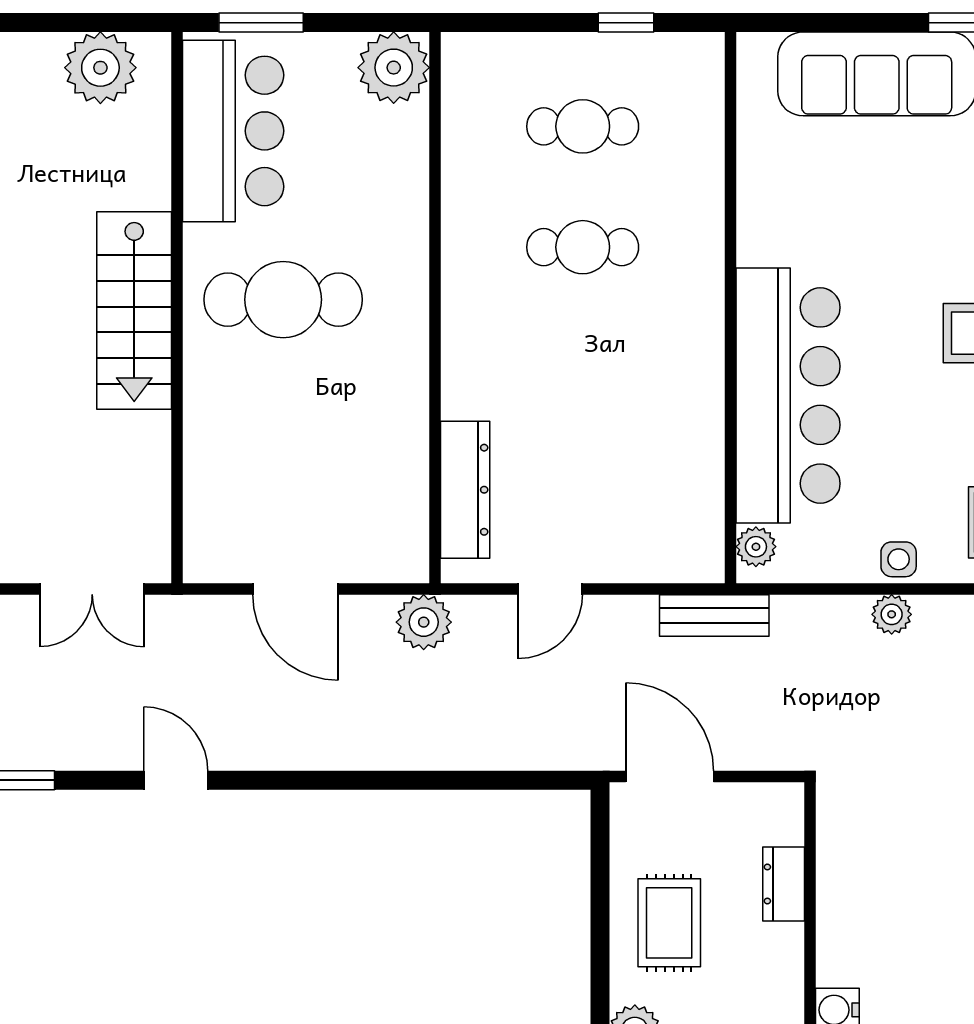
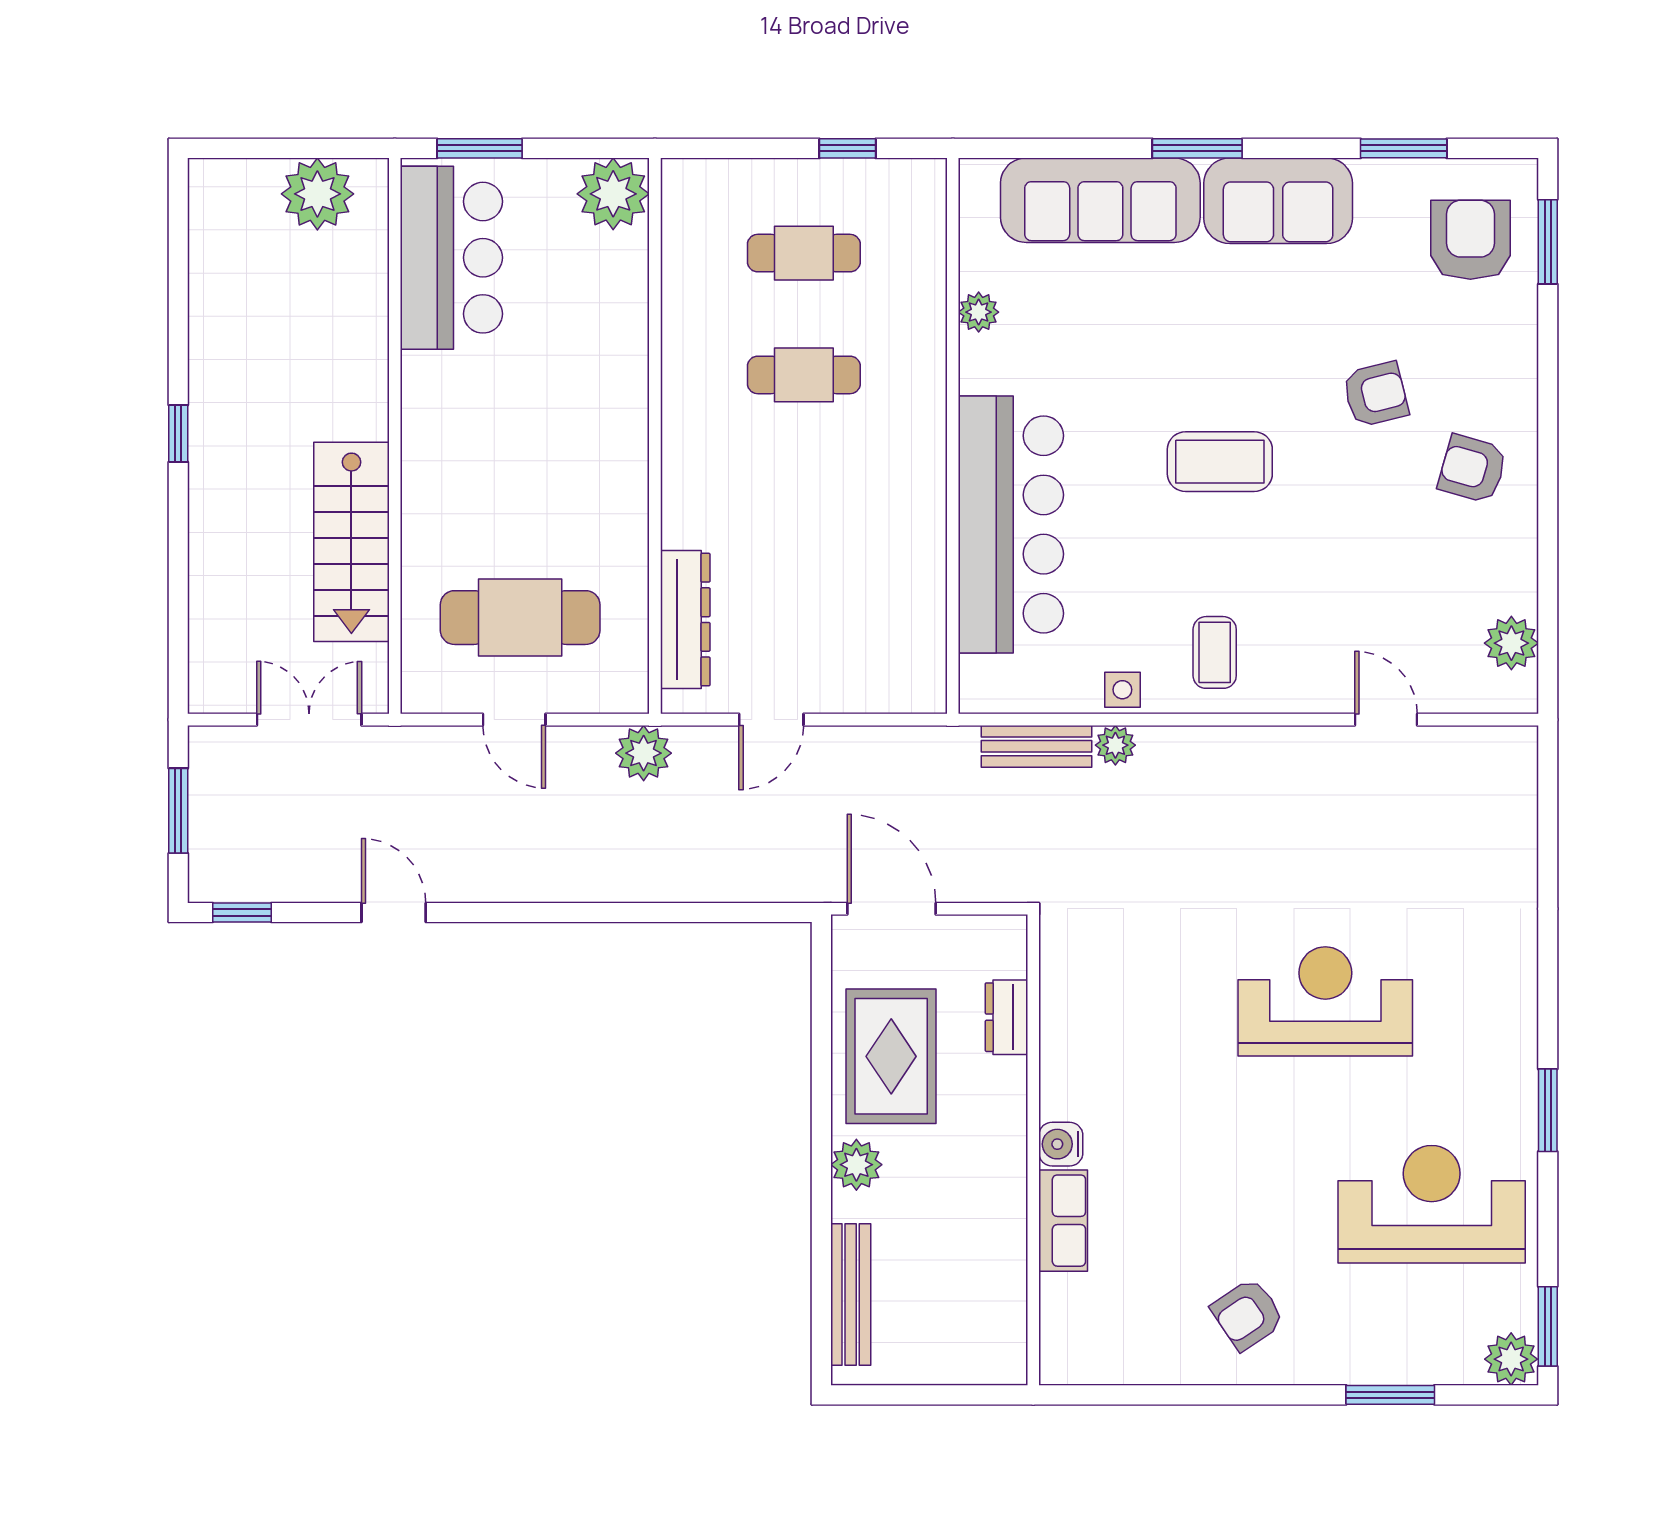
cafe table: (283, 300) -> (520, 618), moved
stairs: (134, 311) -> (351, 542), moved
plant: (756, 547) -> (979, 312), moved
double door: (92, 589) -> (309, 720), swing flipped
door: (295, 589) -> (514, 720), width x0.73
bench: (714, 615) -> (1036, 746), moved
rug: (669, 923) -> (891, 1056), width x1.36, depth x1.43

